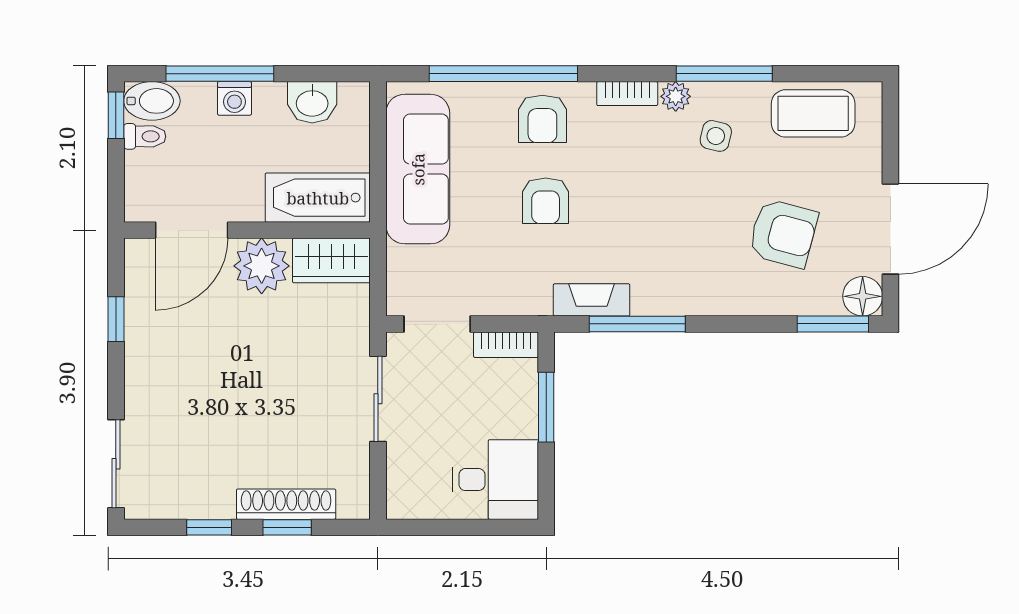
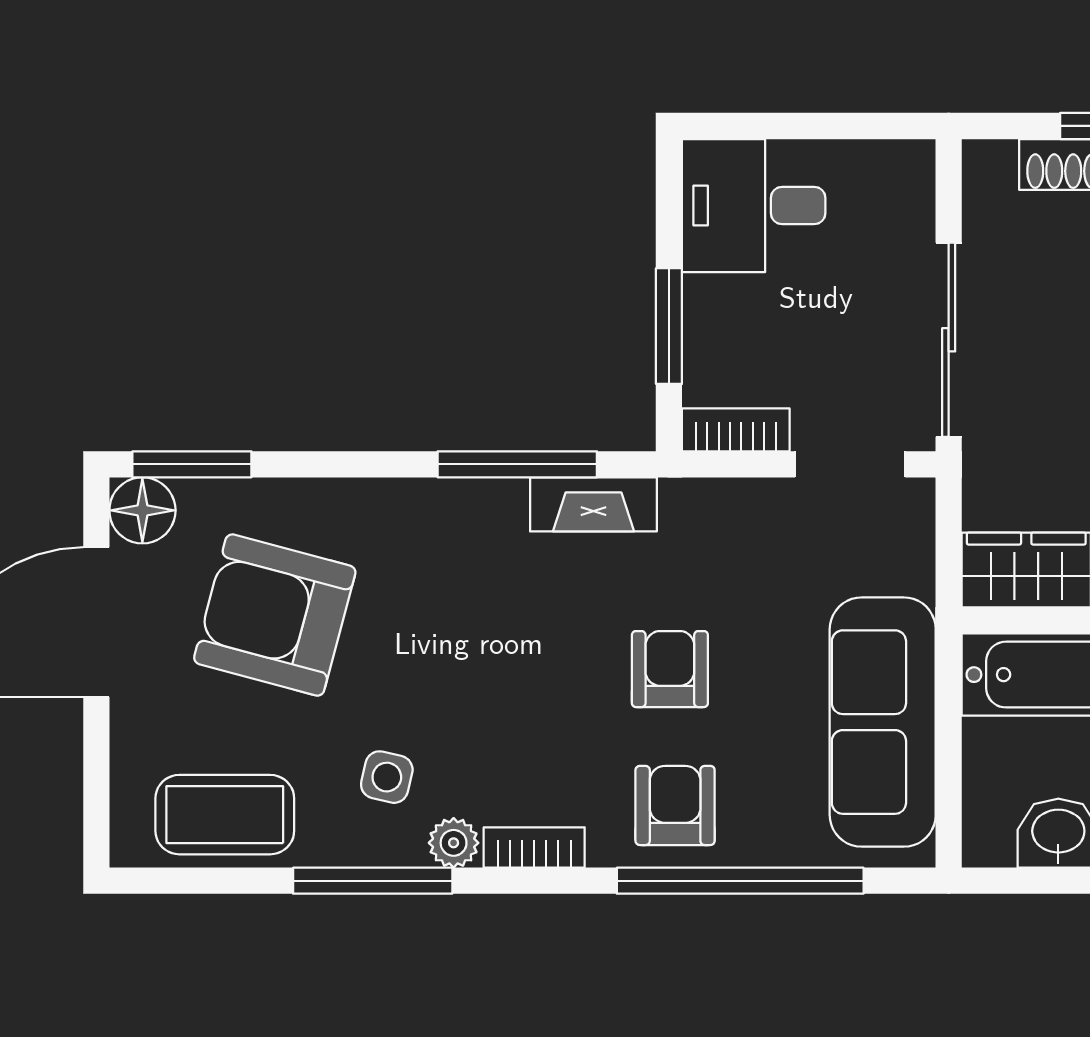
armchair: (783, 233) -> (275, 615), width x1.36, depth x1.36
sliding door: (378, 399) -> (949, 340), width x1.37

